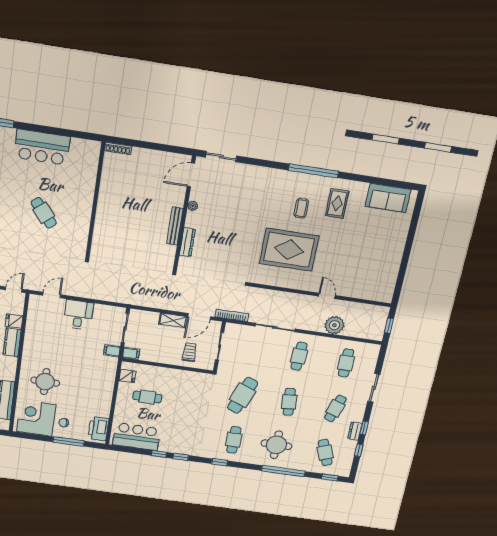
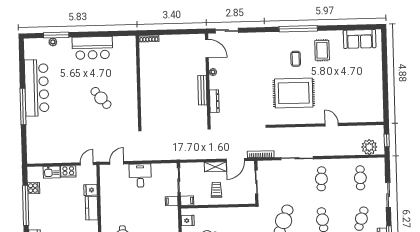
door: (191, 175) -> (207, 48), swing flipped
plant: (334, 325) -> (369, 147), moved
trolley: (190, 352) -> (216, 190), moved

